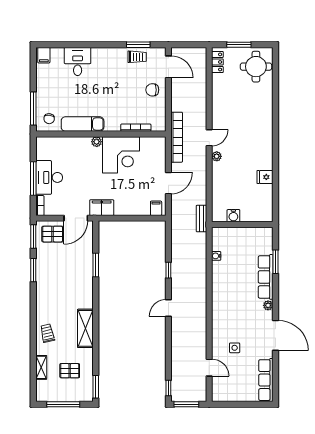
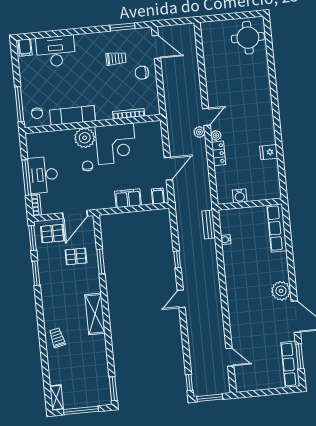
window: (239, 45) -> (228, 17), removed
trolley: (137, 57) -> (116, 59), moved
desk: (78, 62) -> (56, 51), width x1.37
locker: (217, 62) -> (219, 153), moved
bookcase: (177, 137) -> (172, 120), removed
plant: (97, 142) -> (85, 138), width x1.88, depth x1.88
plant: (201, 151) -> (199, 132), added
chair: (92, 173) -> (88, 166), added
filing cabinet: (102, 208) -> (128, 198), moved
bench: (201, 219) -> (209, 224), moved
window: (275, 262) -> (300, 356), moved
row of seats: (266, 277) -> (277, 228), moved
plant: (268, 305) -> (281, 291), width x1.88, depth x1.88
shelving: (85, 328) -> (95, 314), moved
side table: (235, 348) -> (254, 334), removed
shelving: (41, 367) -> (56, 398), moved
pallet: (70, 371) -> (76, 256), moved

